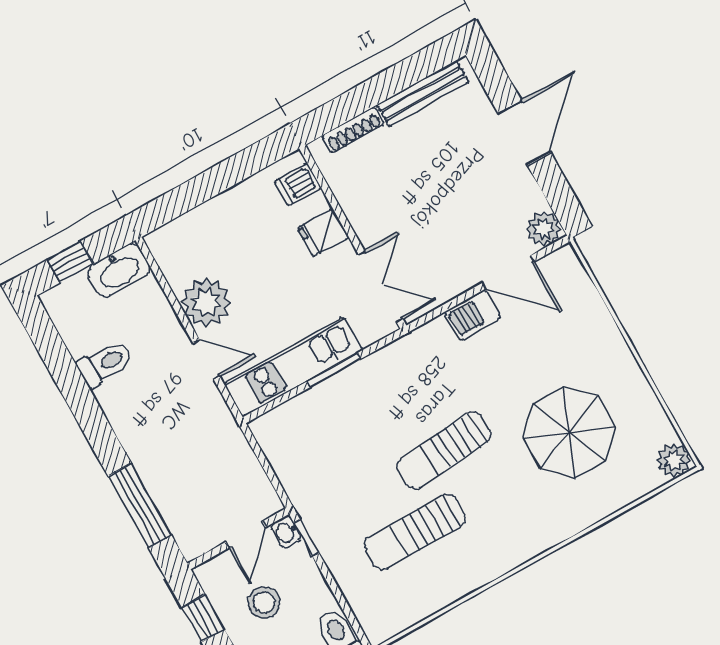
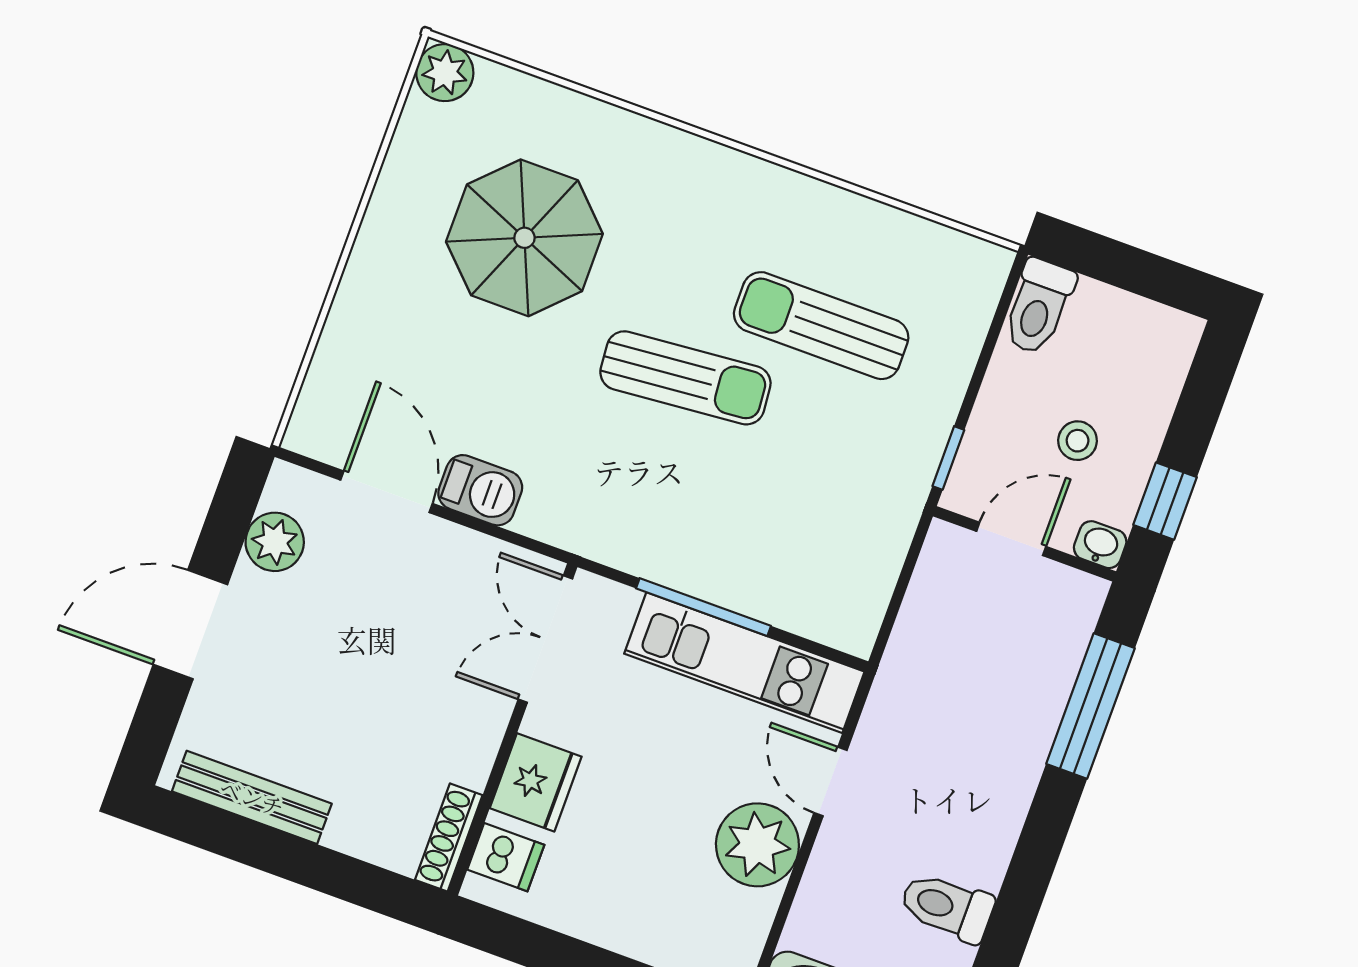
shoe rack: (353, 130) -> (449, 837), moved, turned -90
plant: (544, 229) -> (275, 542), moved
fridge: (323, 233) -> (536, 782), width x1.38
window: (334, 370) -> (703, 607), width x1.44
washbasin: (286, 532) -> (1100, 545), moved, turned -90
sun lounger: (415, 532) -> (821, 326), turned 180
stool: (264, 602) -> (1078, 441), width x0.73, depth x0.73

